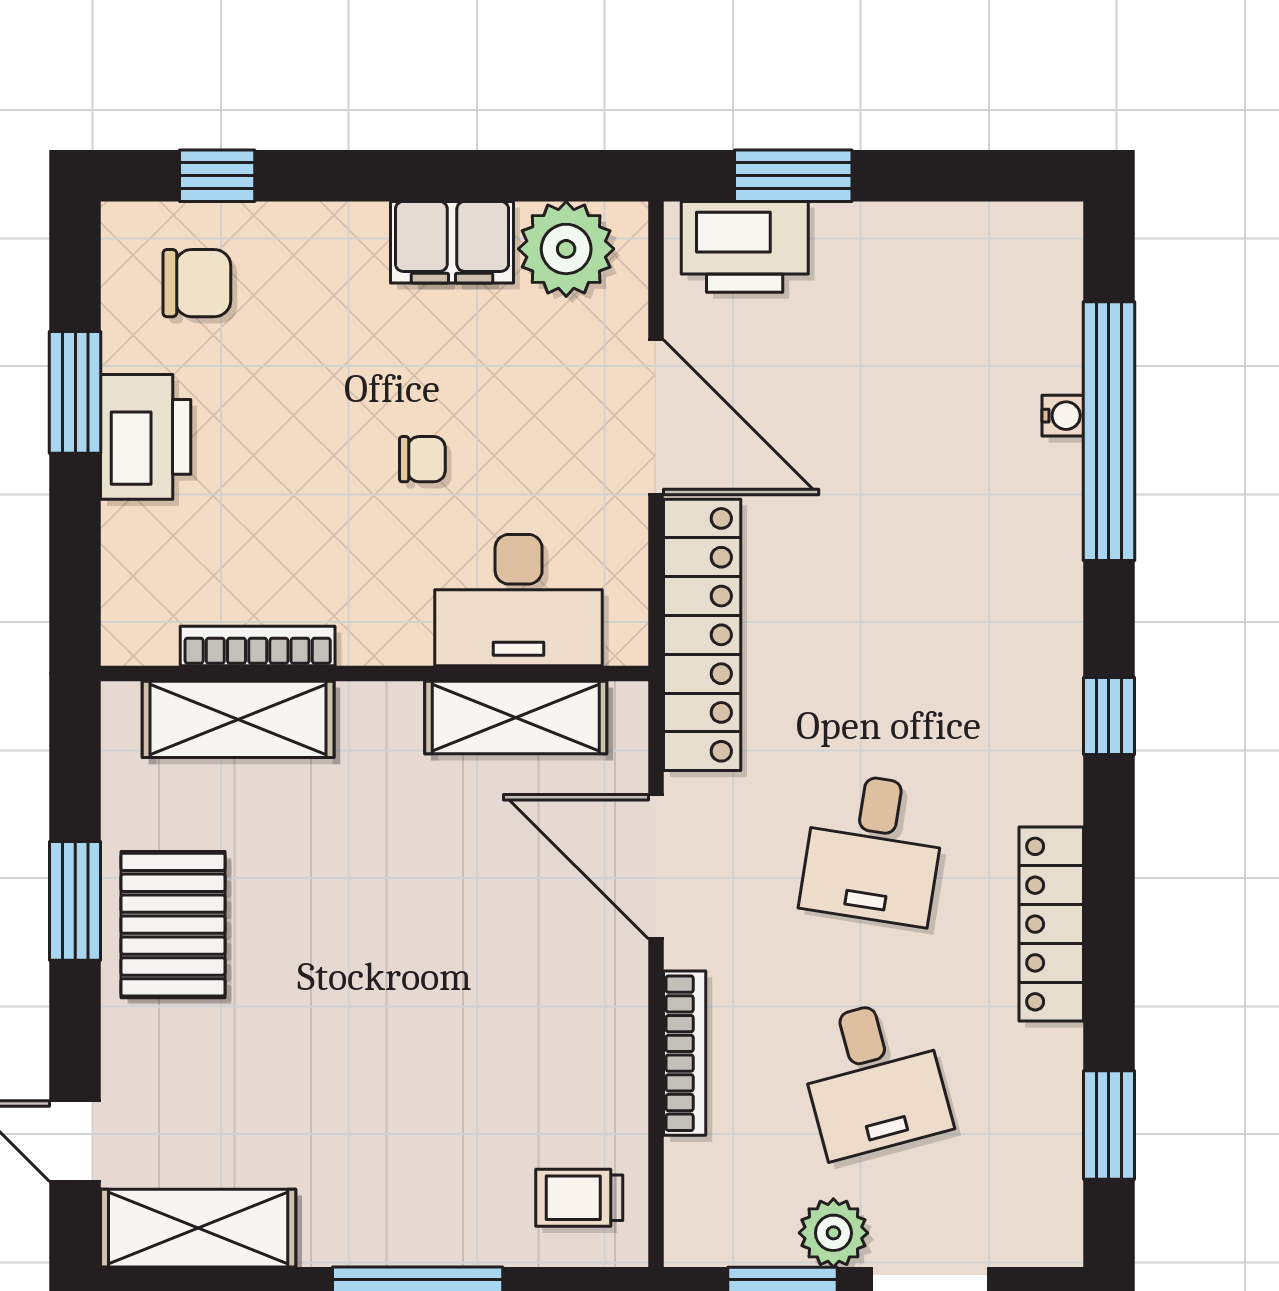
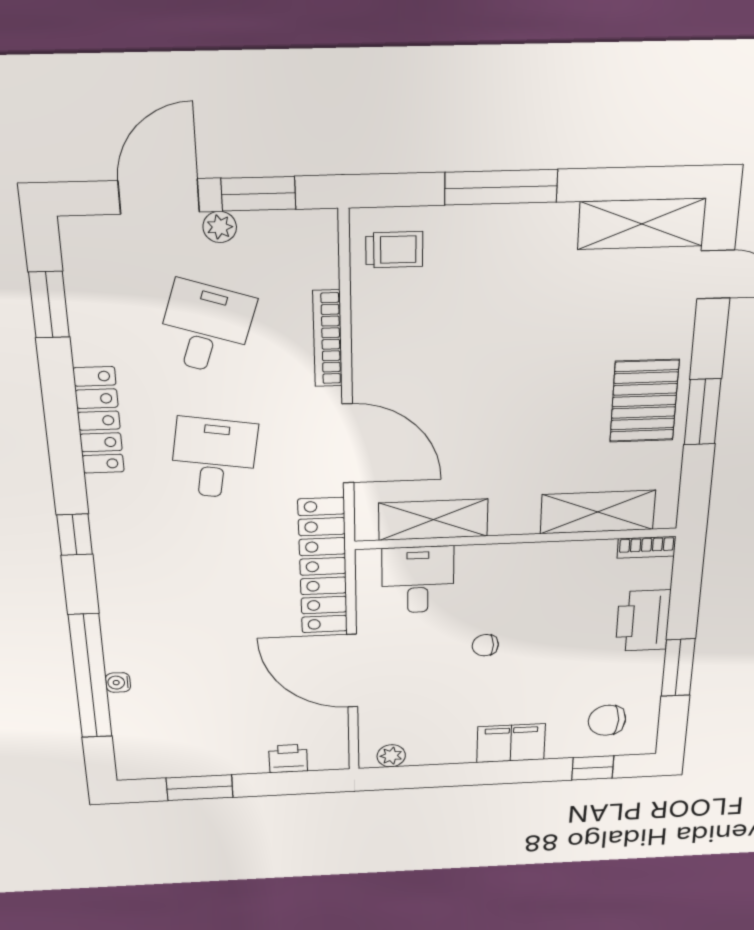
window: (793, 176) -> (200, 788), moved
filing cabinet: (452, 242) -> (511, 743), moved
printer: (745, 247) -> (288, 758), width x0.53, depth x0.68
plant: (566, 249) -> (391, 756), width x0.53, depth x0.53
printer: (146, 437) -> (643, 621), moved
desk: (519, 600) -> (418, 580), width x0.73
bookcase: (258, 646) -> (646, 547), moved, width x0.64
desk: (874, 1078) -> (206, 328), turned 33
plant: (833, 1233) -> (220, 227), width x0.73, depth x0.73

